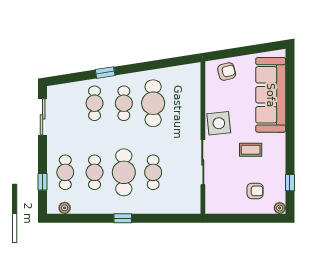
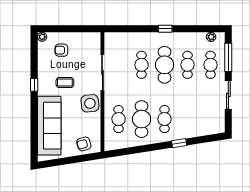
cafe table: (95, 103) -> (119, 119), moved
sliding door: (43, 117) -> (228, 95), moved
window: (43, 182) -> (228, 57), width x2.17
window: (290, 183) -> (34, 85), moved

